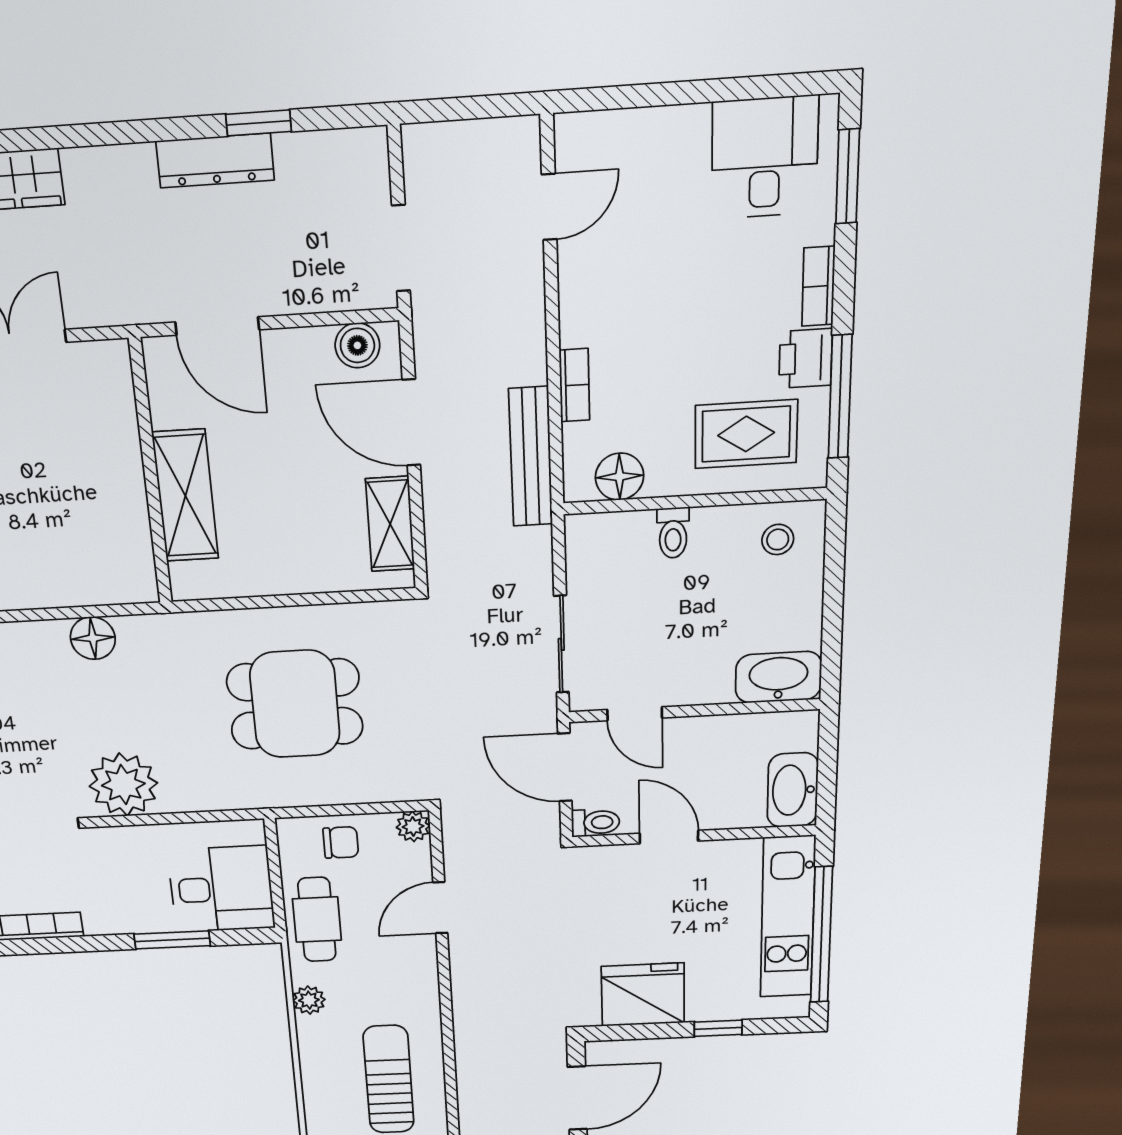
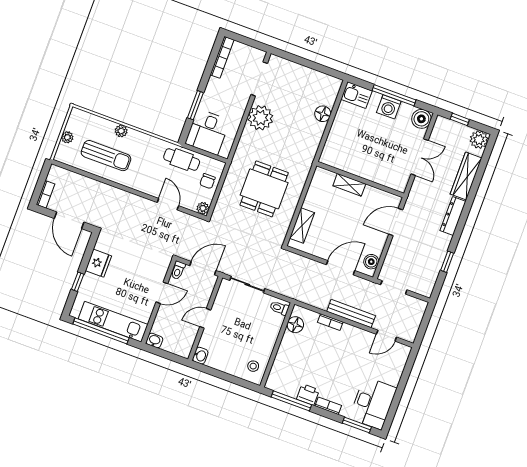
desk: (765, 157) -> (373, 403), width x1.37
dresser: (215, 161) -> (453, 216), moved
door: (549, 207) -> (386, 336), hinge flipped
rug: (746, 434) -> (292, 368), removed
bench: (531, 457) -> (351, 314), moved
shelving: (185, 496) -> (349, 185), width x0.67, depth x0.75
shelving: (390, 524) -> (302, 226), moved, turned 90
toilet: (673, 533) -> (279, 308), moved
floor lamp: (93, 638) -> (323, 114), moved
washbasin: (778, 677) -> (200, 356), width x0.52, depth x0.69
door: (635, 714) -> (205, 318), moved
washbasin: (793, 790) -> (154, 341), width x0.52, depth x0.69
fridge: (643, 995) -> (98, 263), width x0.73, depth x0.75
plant: (309, 1000) -> (121, 131), moved

